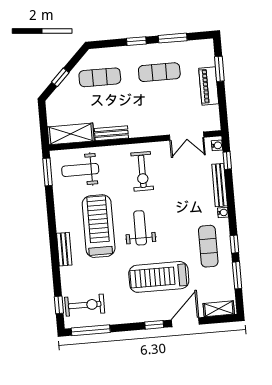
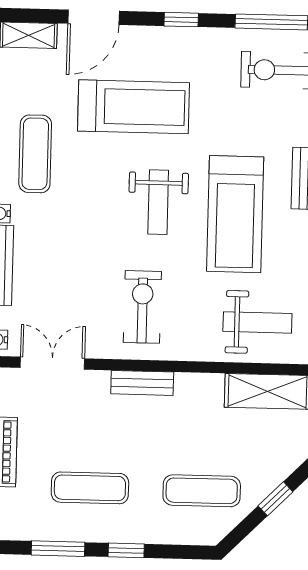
bench: (111, 133) -> (142, 383), moved
window: (154, 325) -> (181, 20), moved

